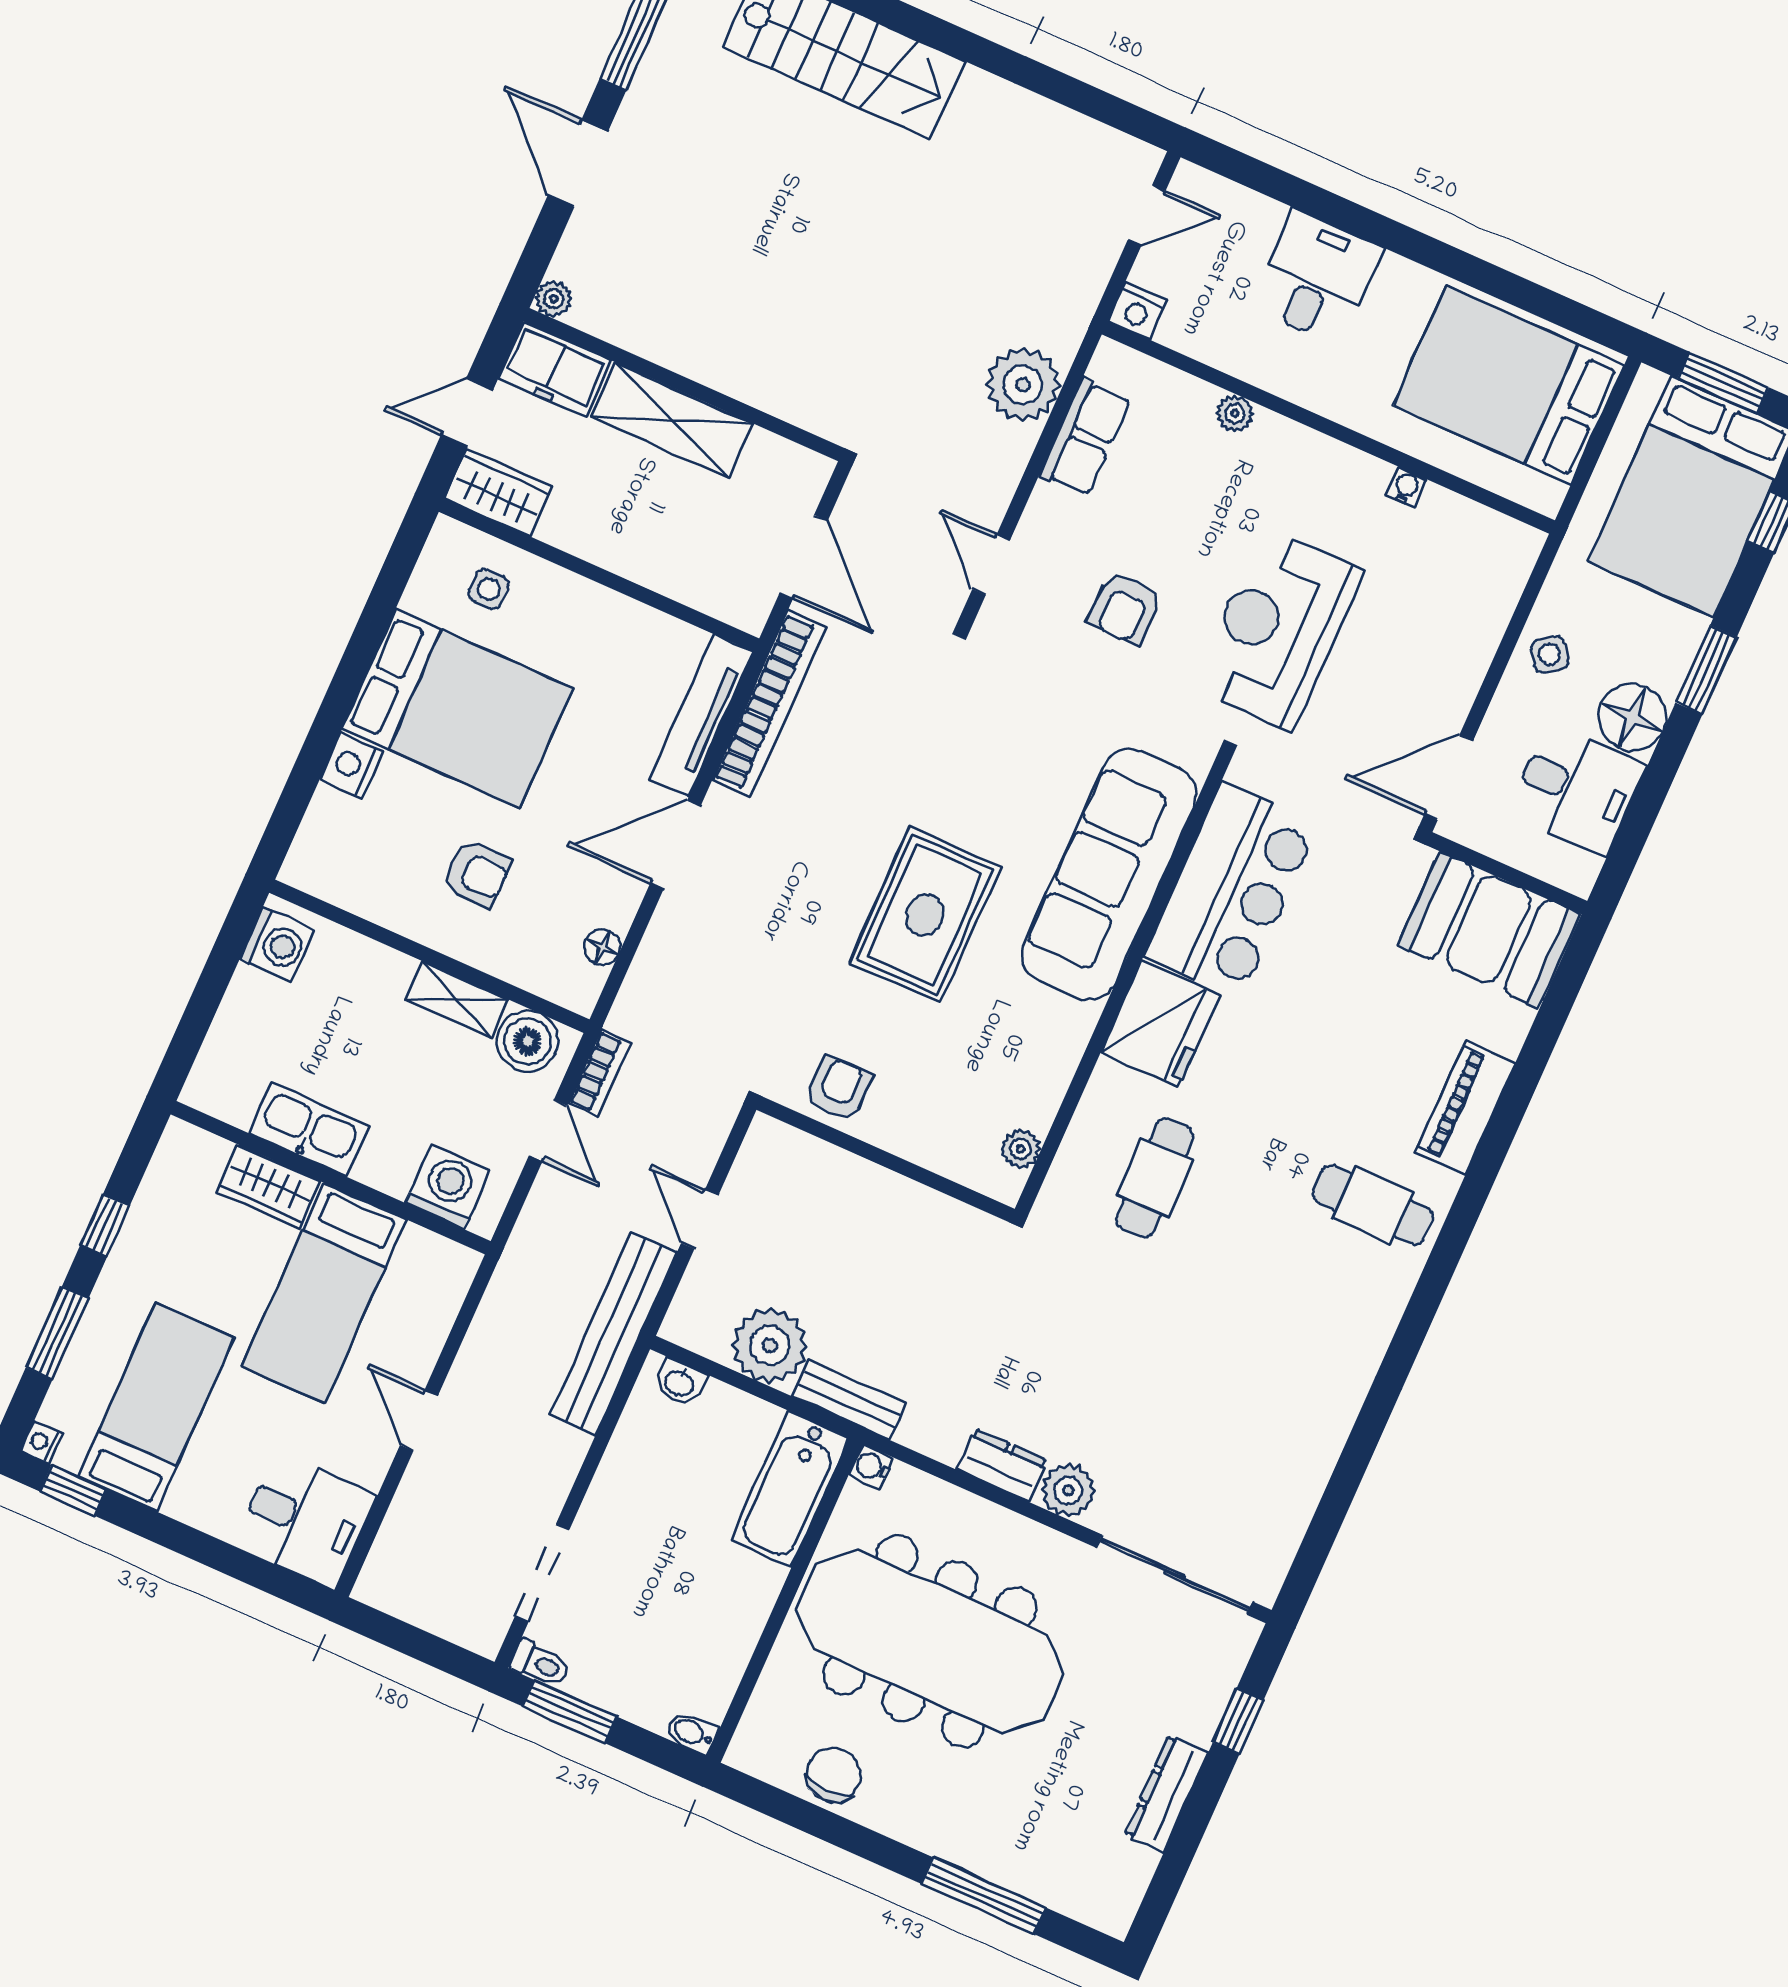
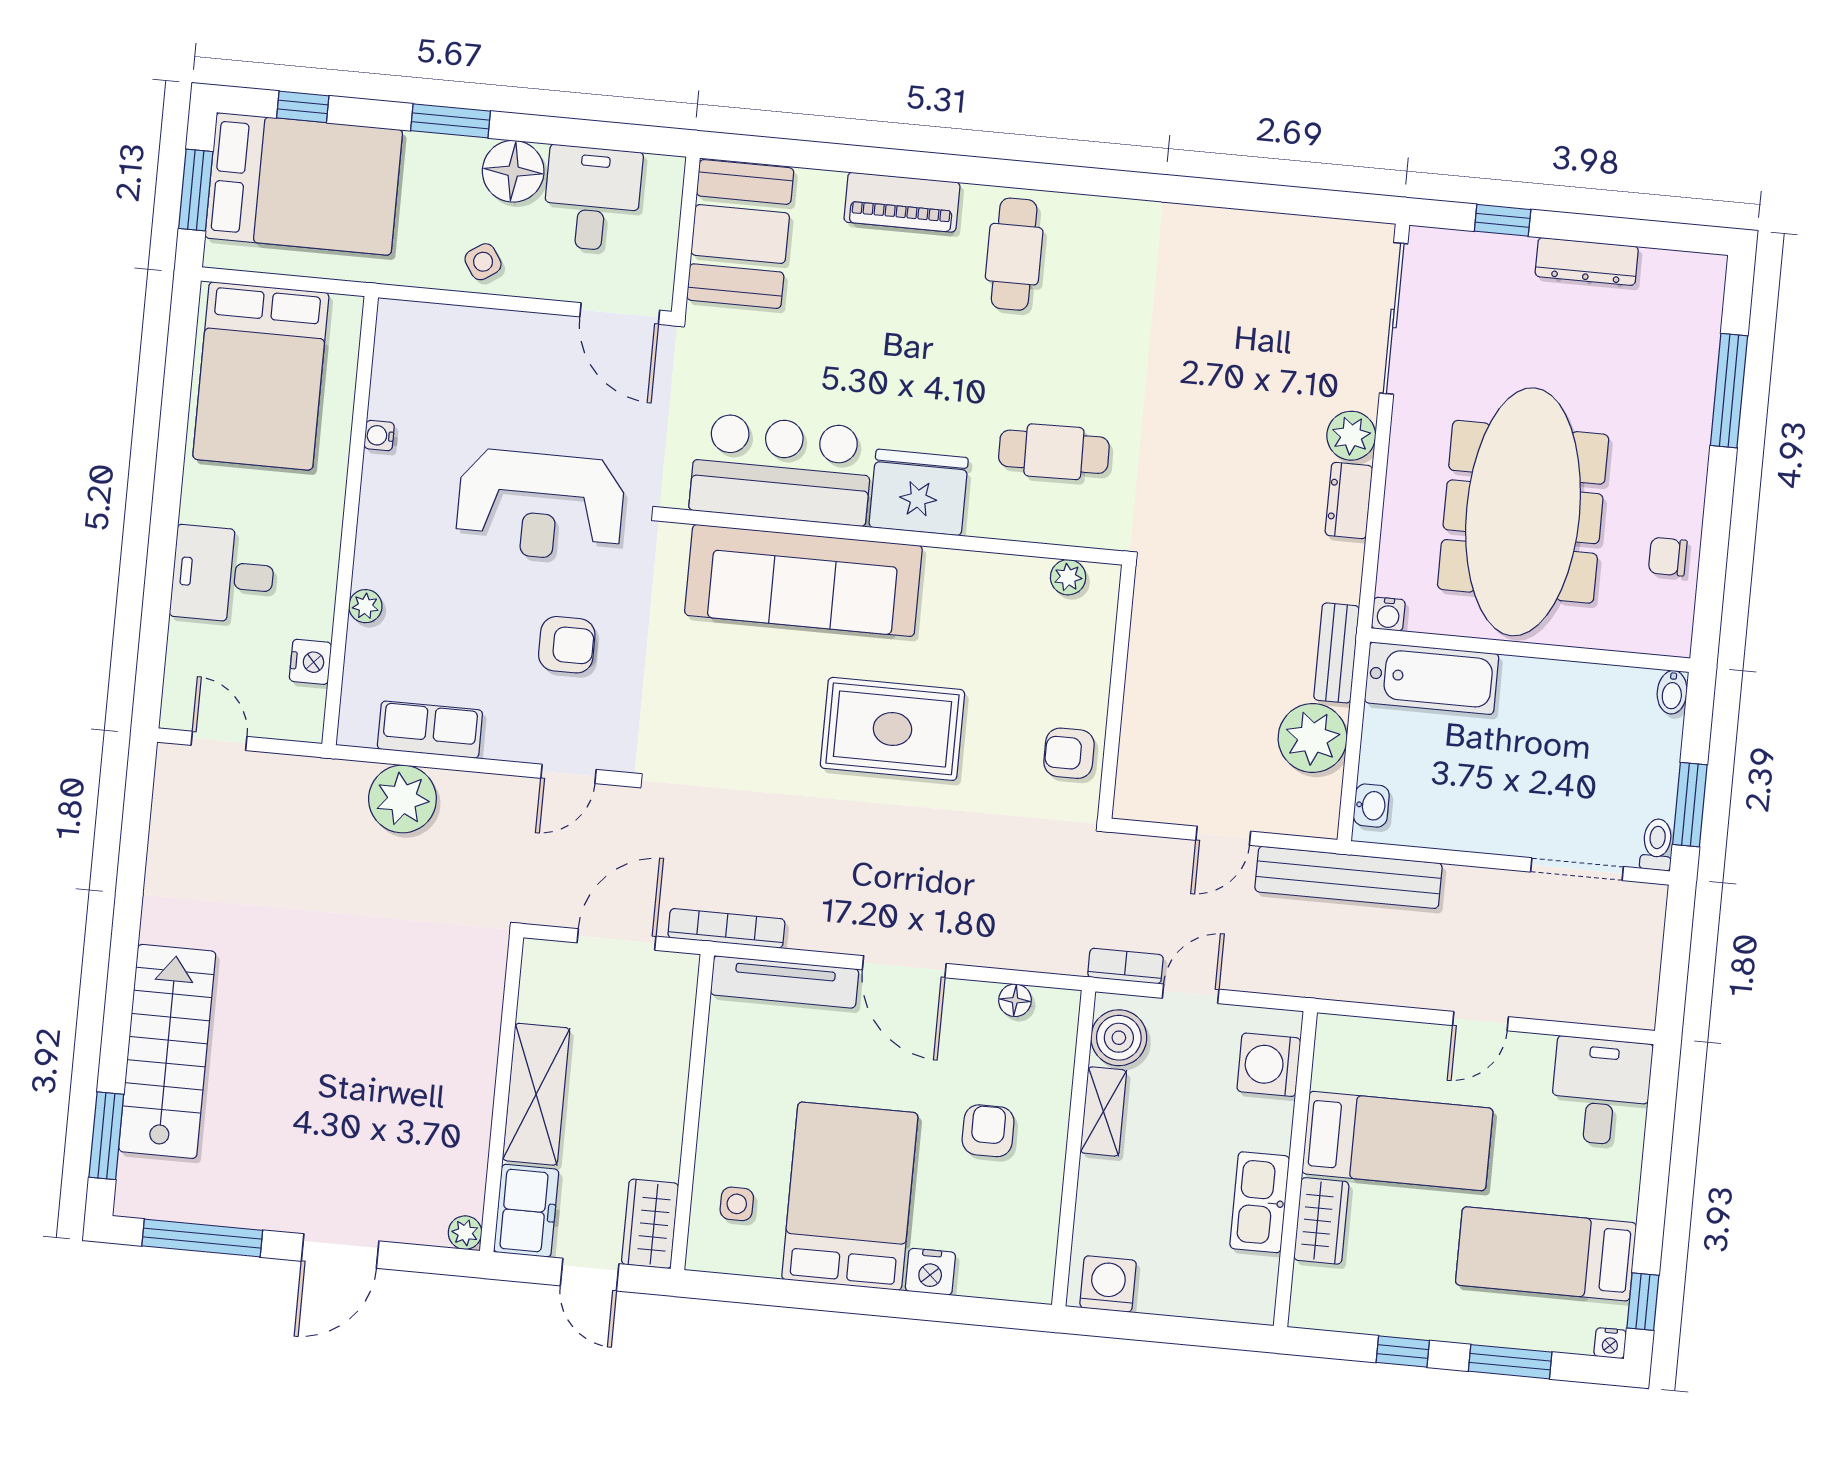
nightstand: (1137, 311) -> (310, 662), moved
bookcase: (769, 704) -> (726, 928), width x0.68, depth x0.76
chair: (834, 1775) -> (1668, 557), width x0.73, depth x0.73

